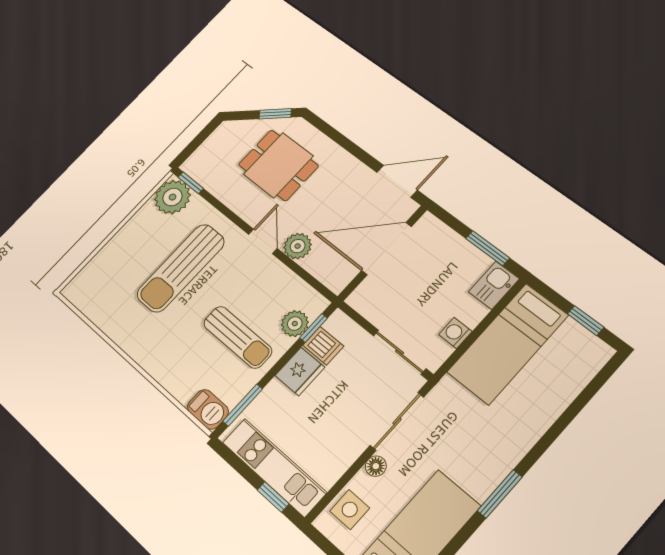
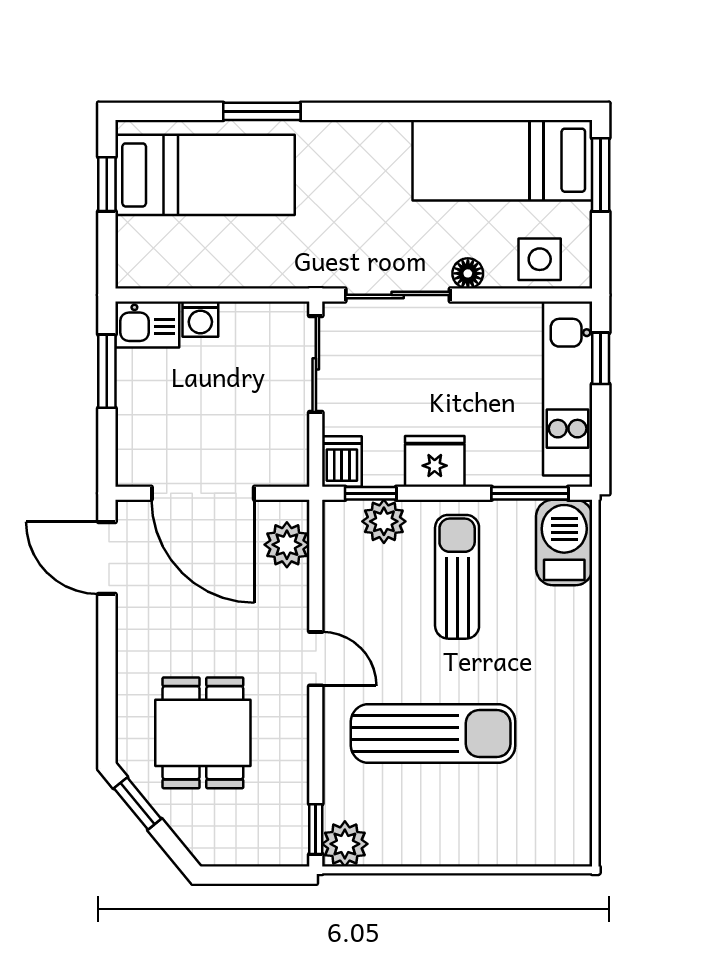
plant: (172, 197) -> (345, 844), width x0.73, depth x0.73
door: (263, 241) -> (316, 659), swing flipped
plant: (298, 246) -> (287, 545), moved
washing machine: (455, 333) -> (200, 319), moved
bed: (508, 344) -> (205, 175), moved
dishwasher: (323, 346) -> (342, 462), moved
barbecue: (208, 409) -> (564, 542), width x1.38, depth x1.27
window: (500, 494) -> (262, 111), moved

